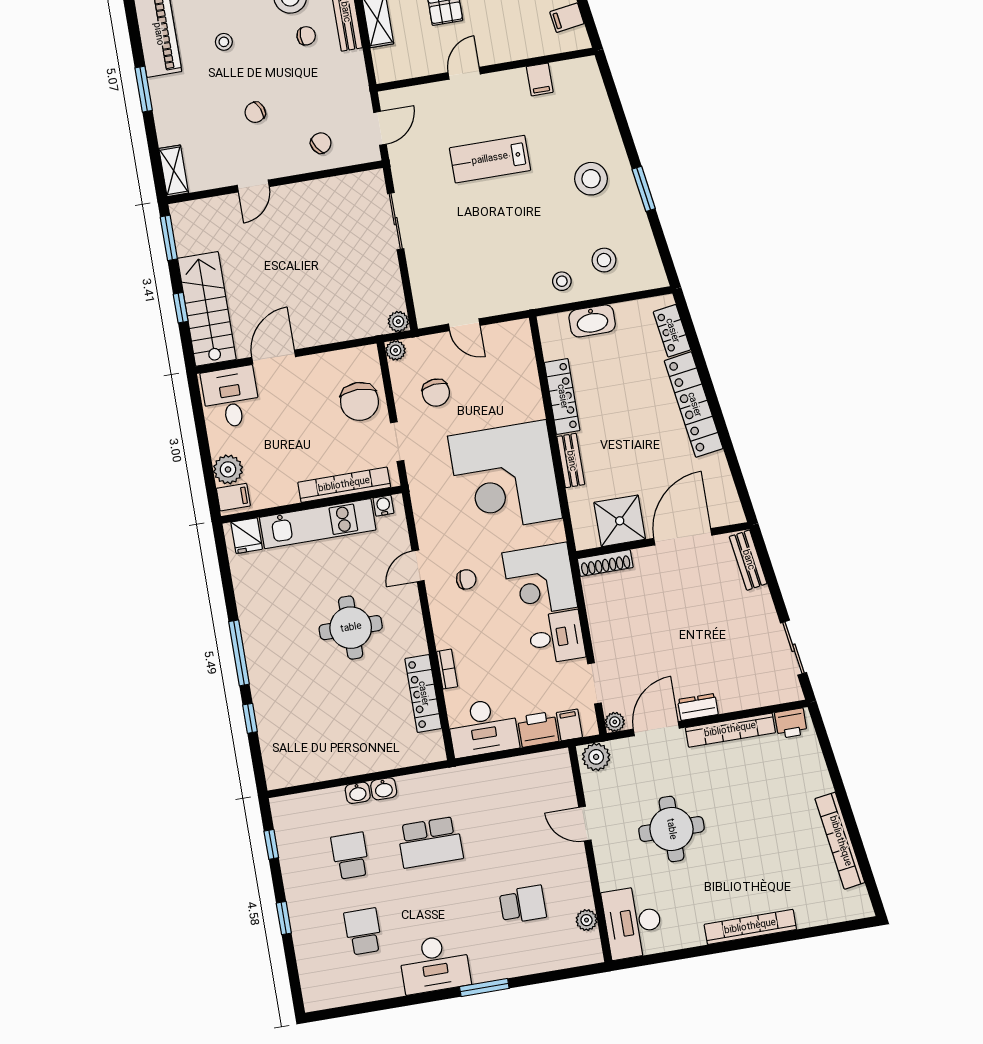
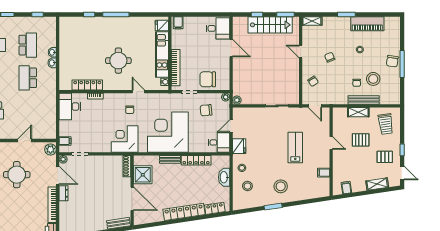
fridge: (510, 297) -> (239, 146), added
stairs: (207, 309) -> (270, 25), moved
plant: (228, 469) -> (190, 22), removed
desk: (556, 637) -> (219, 142), moved, turned -90
printer: (538, 729) -> (65, 128), removed
school desk: (350, 856) -> (28, 45), width x1.85

